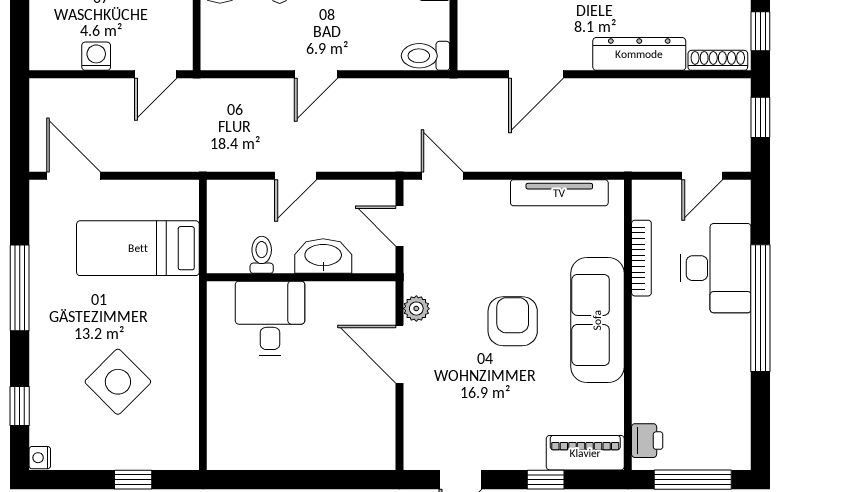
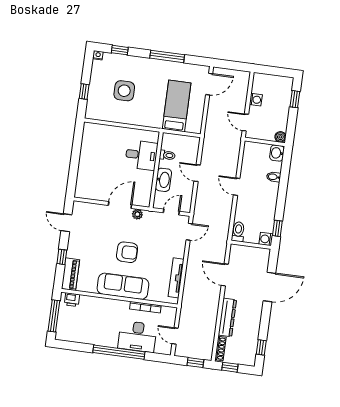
side table: (118, 382) -> (124, 91), turned 45

